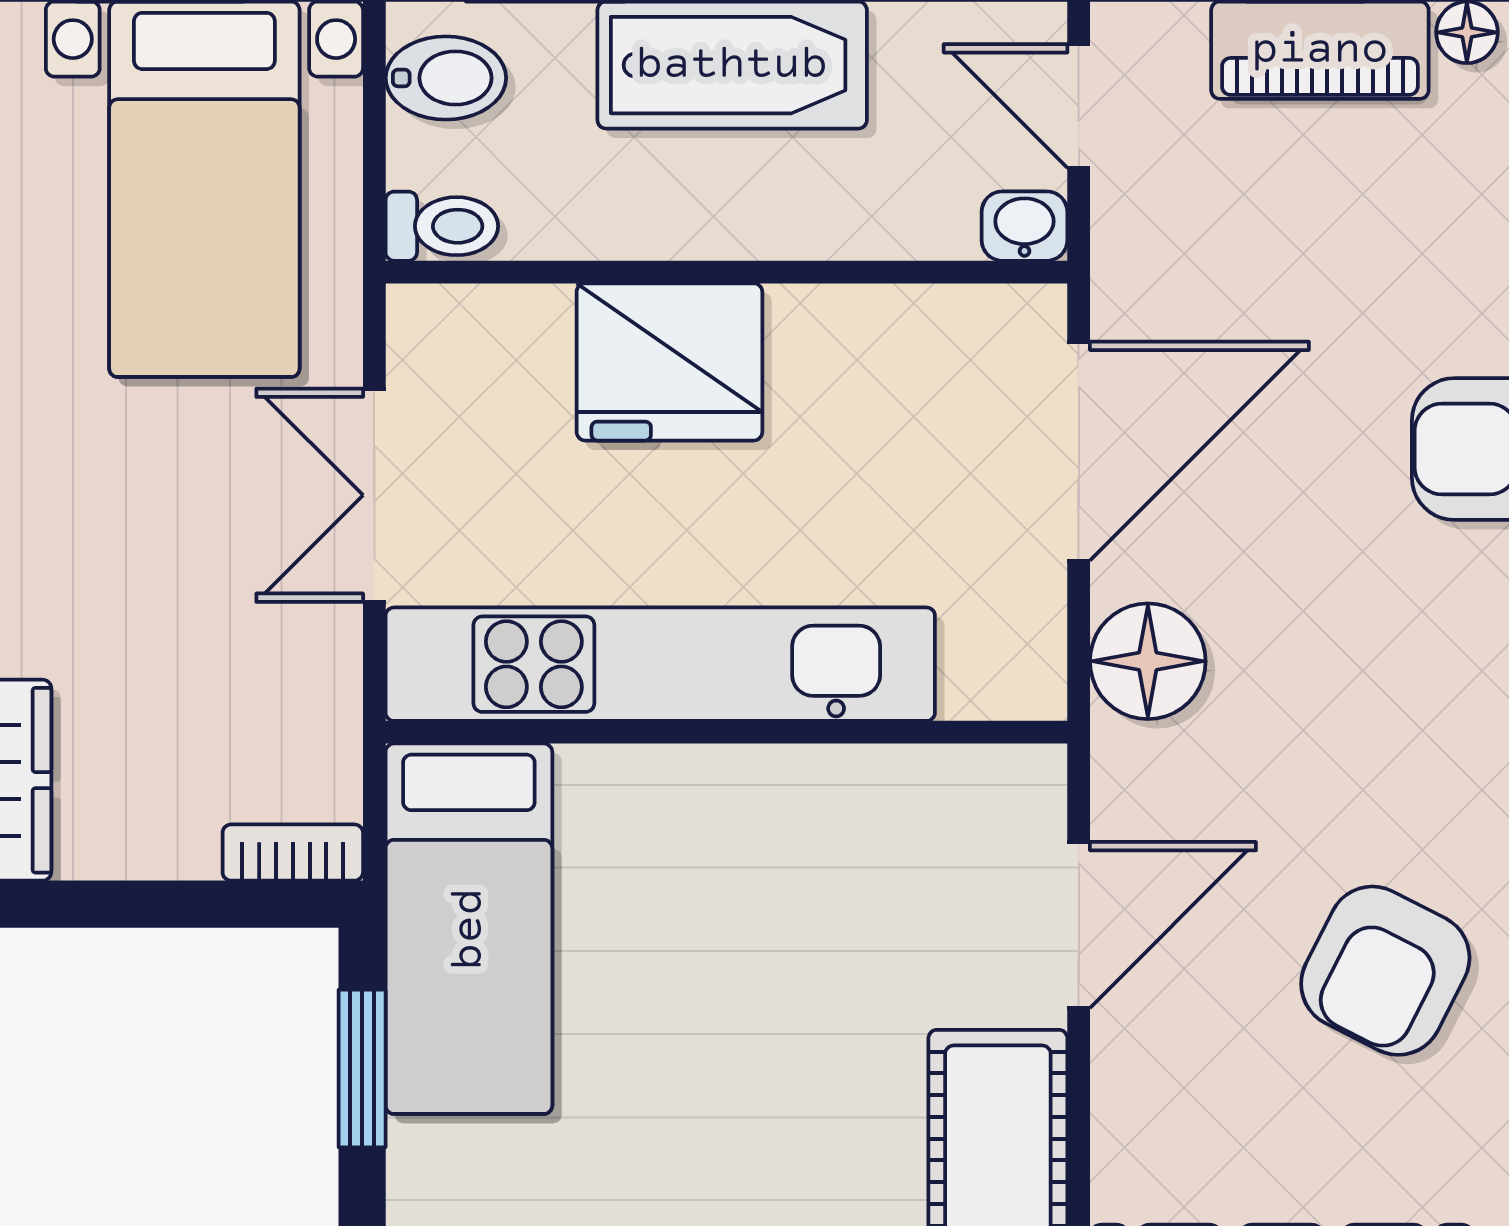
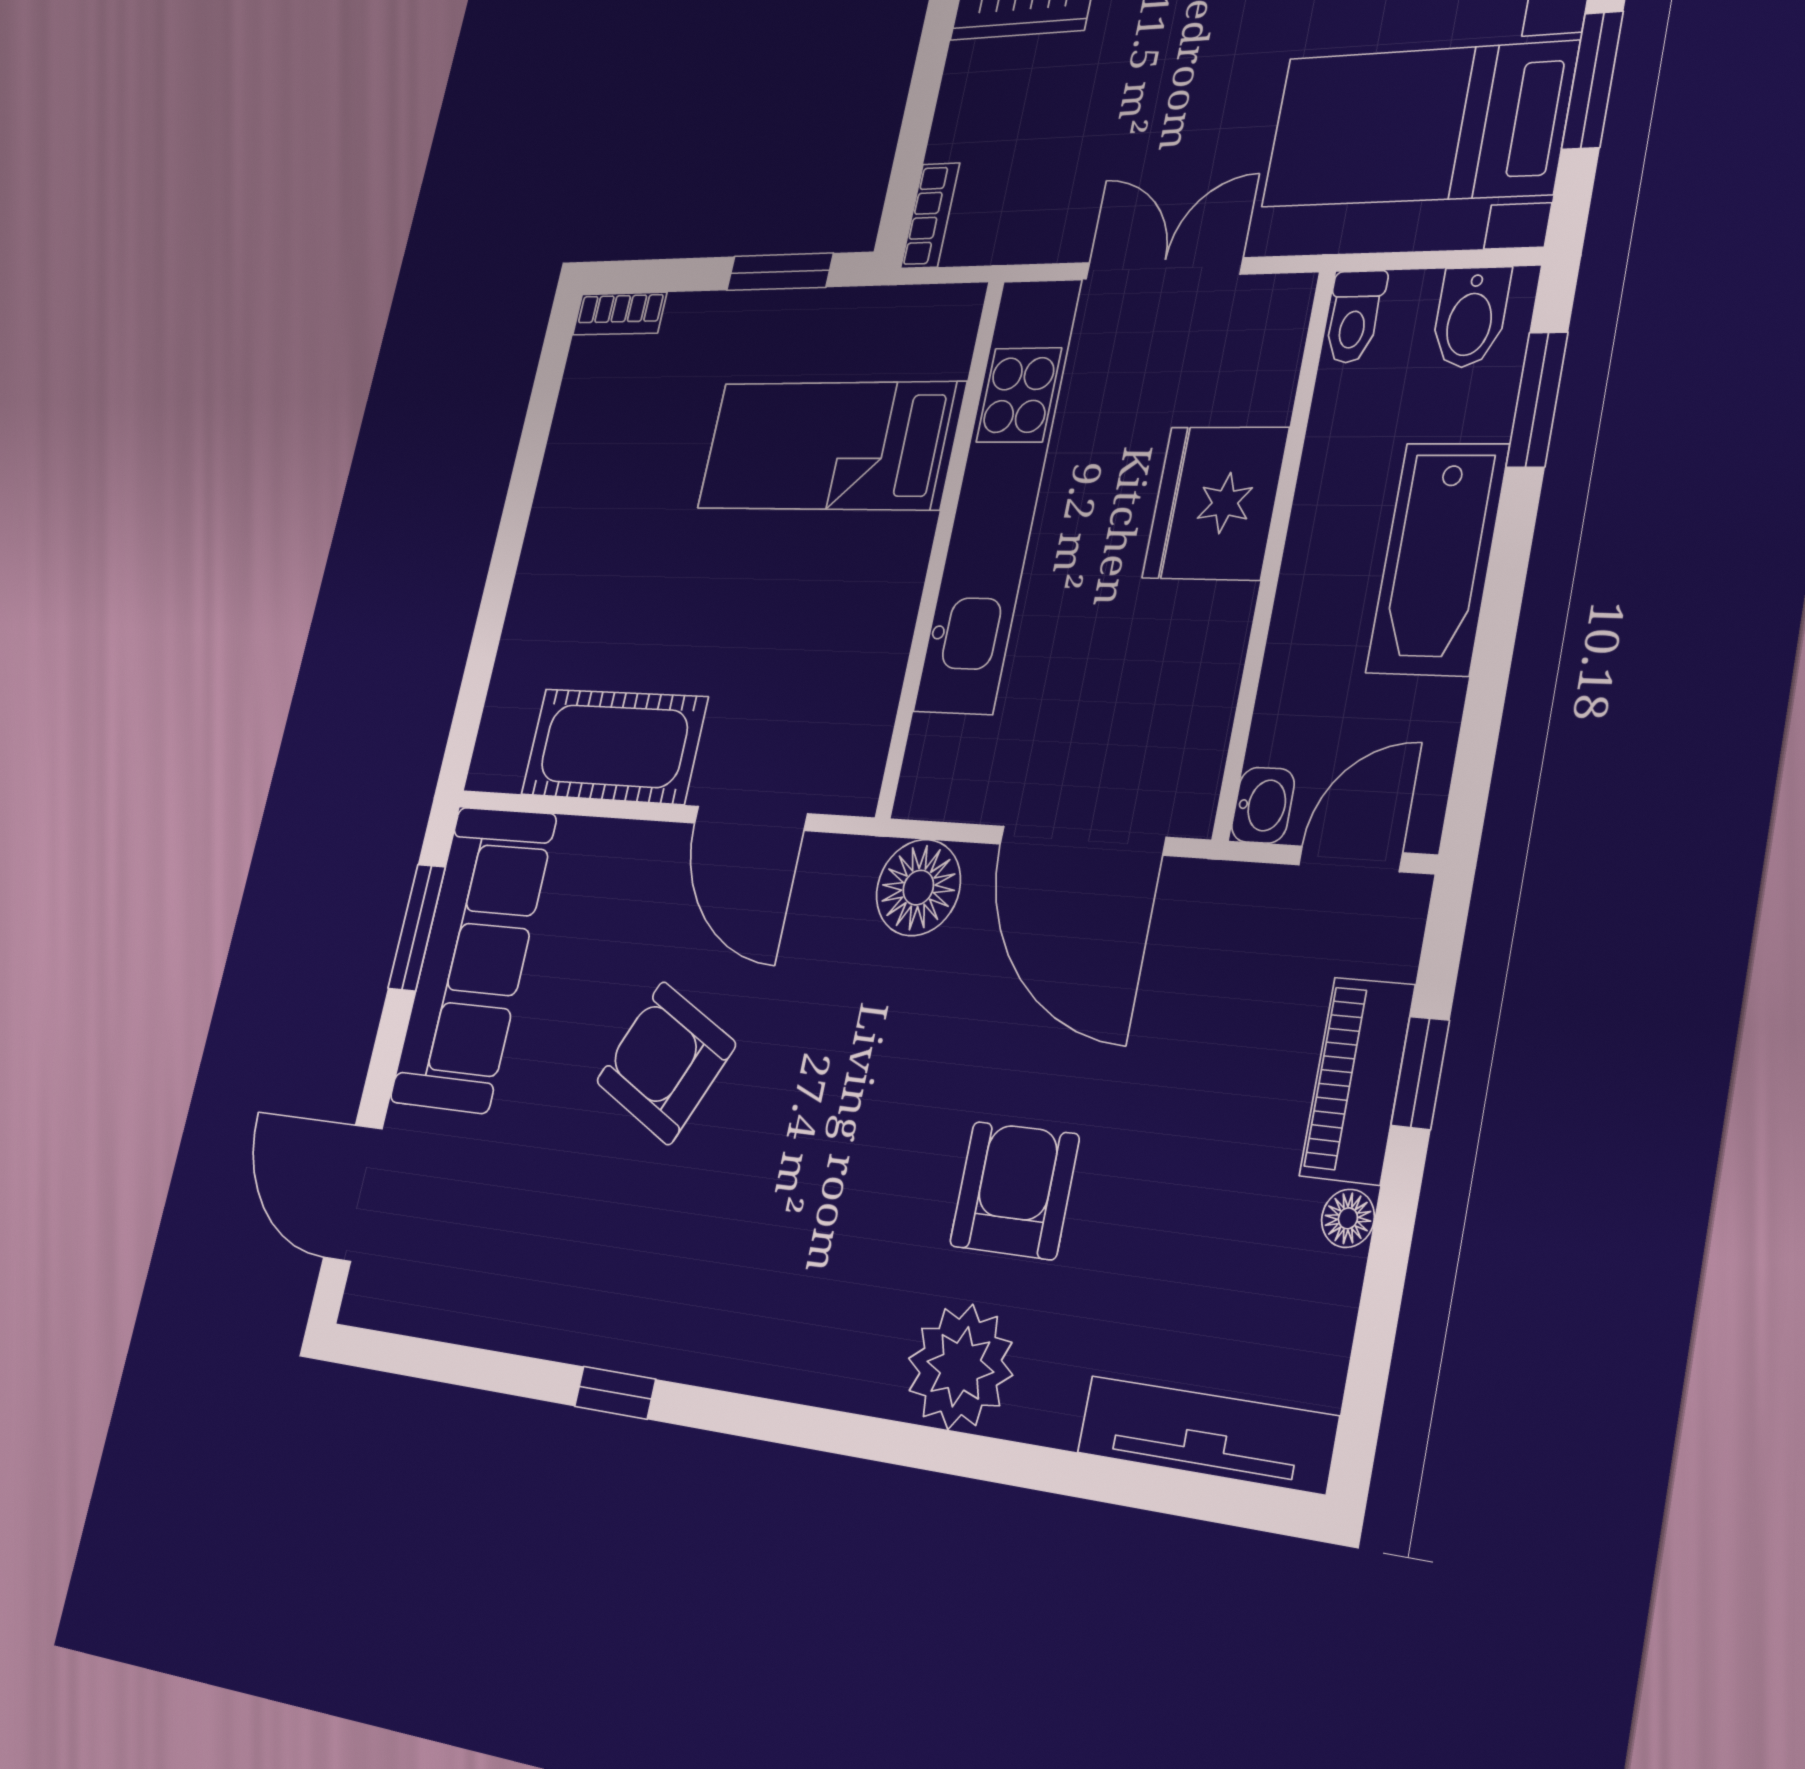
bed: (469, 929) -> (830, 446), moved

